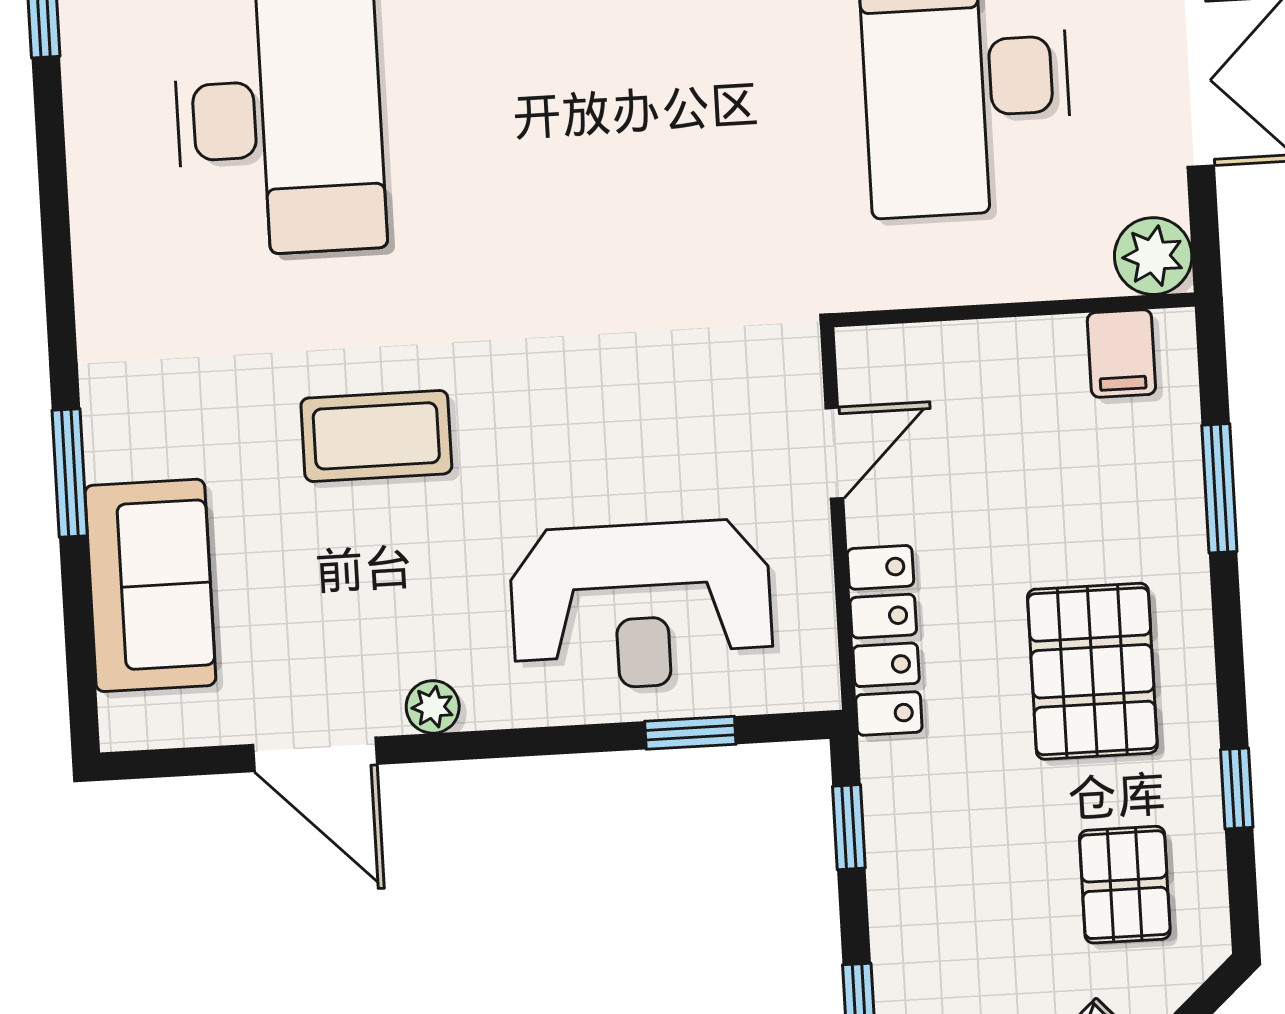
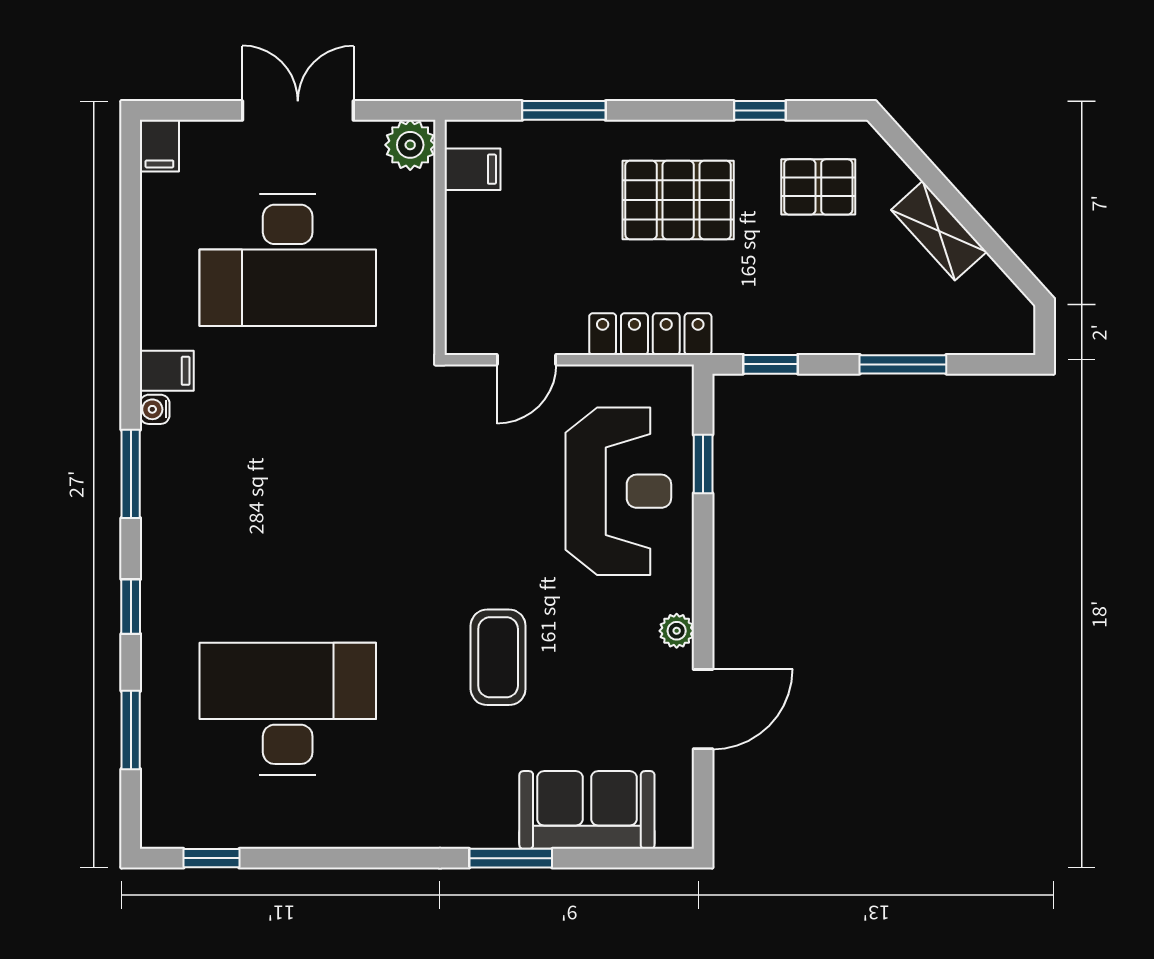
door: (834, 453) -> (526, 360), swing flipped

